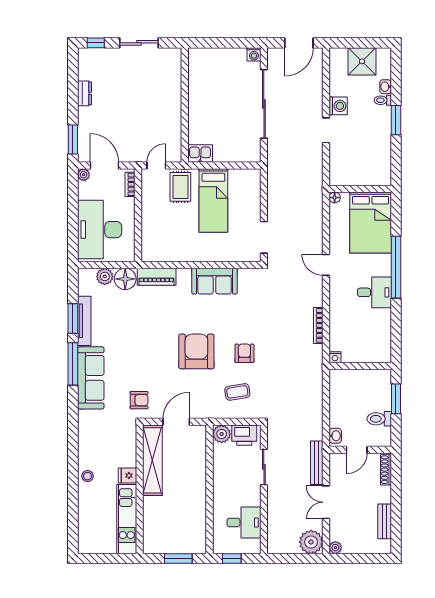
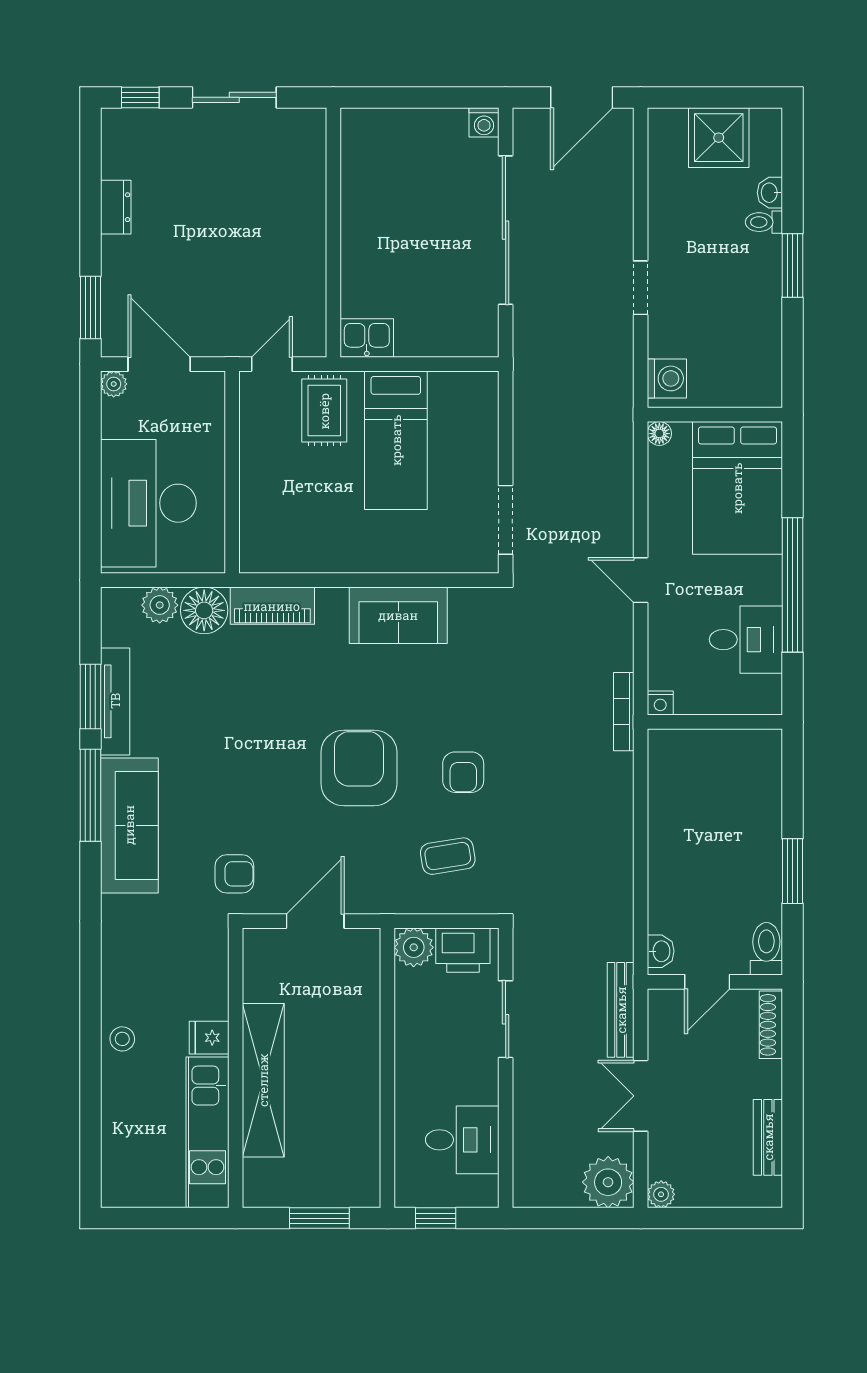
washing machine: (338, 106) -> (667, 378), moved
bookcase: (130, 184) -> (215, 405), removed
armchair: (244, 353) -> (463, 772), turned 180
nightstand: (335, 357) -> (660, 703), moved
wall: (360, 366) -> (715, 722), moved
toilet: (379, 419) -> (766, 949), moved, turned 90
shelving: (152, 460) -> (263, 1080), moved

